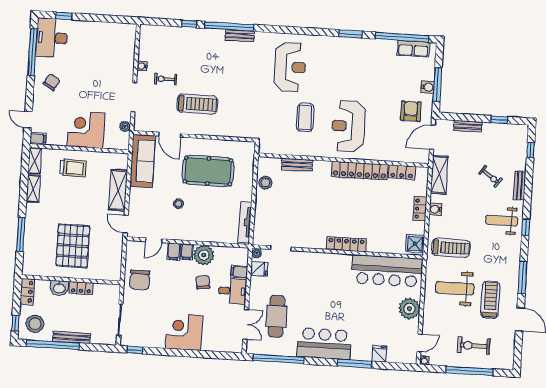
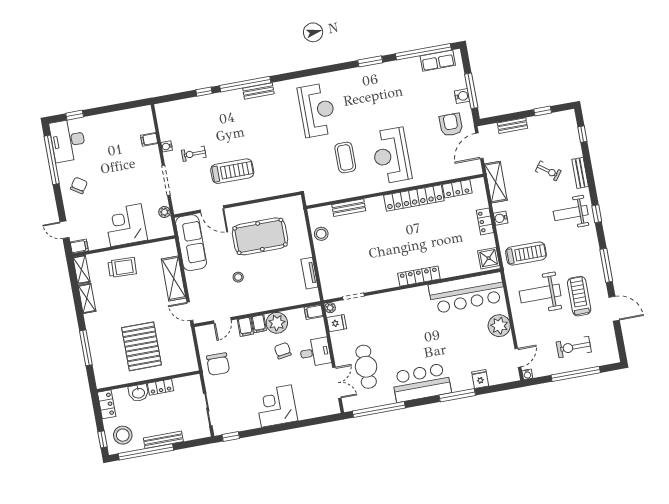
filing cabinet: (127, 56) -> (149, 139), added
tv unit: (245, 222) -> (309, 273), width x0.71
filing cabinet: (239, 272) -> (314, 312), moved

